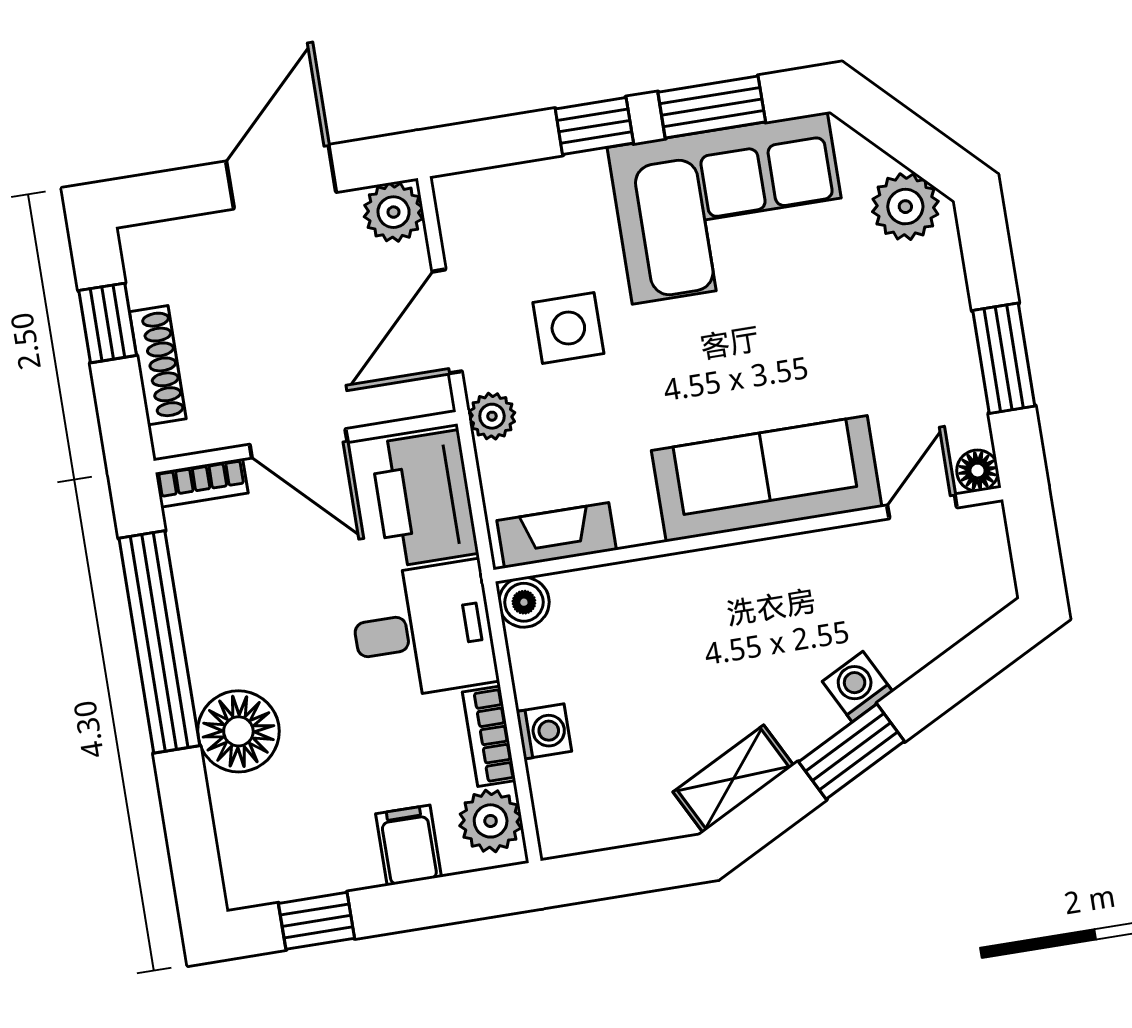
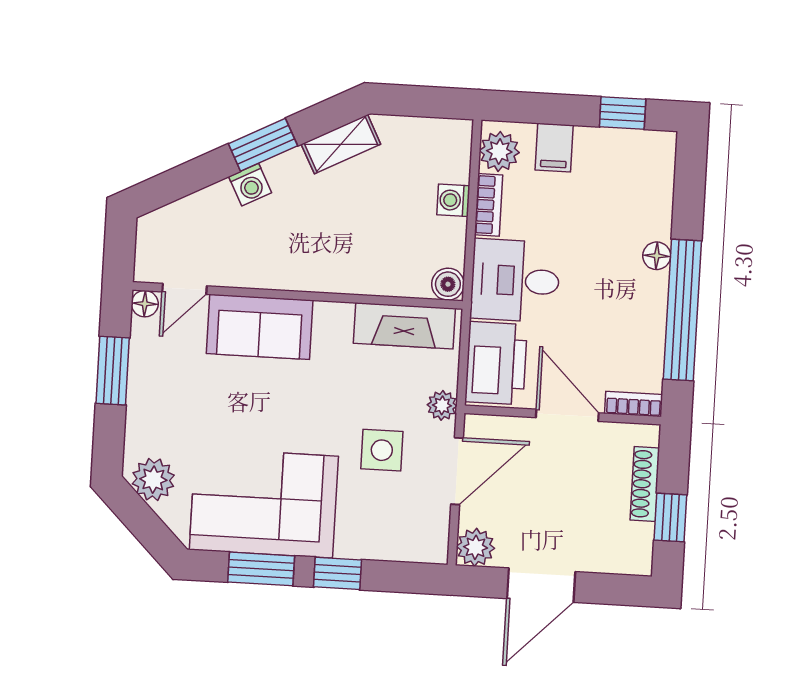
sofa: (767, 479) -> (260, 327), width x0.73
fireplace: (557, 535) -> (404, 326), width x1.37, depth x1.32
floor lamp: (238, 731) -> (657, 256), width x0.53, depth x0.53

